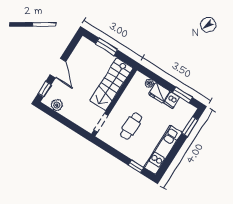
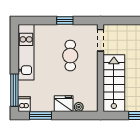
dishwasher: (172, 100) -> (24, 104), moved
window: (190, 127) -> (14, 90), width x1.44
window: (136, 166) -> (65, 20), moved

